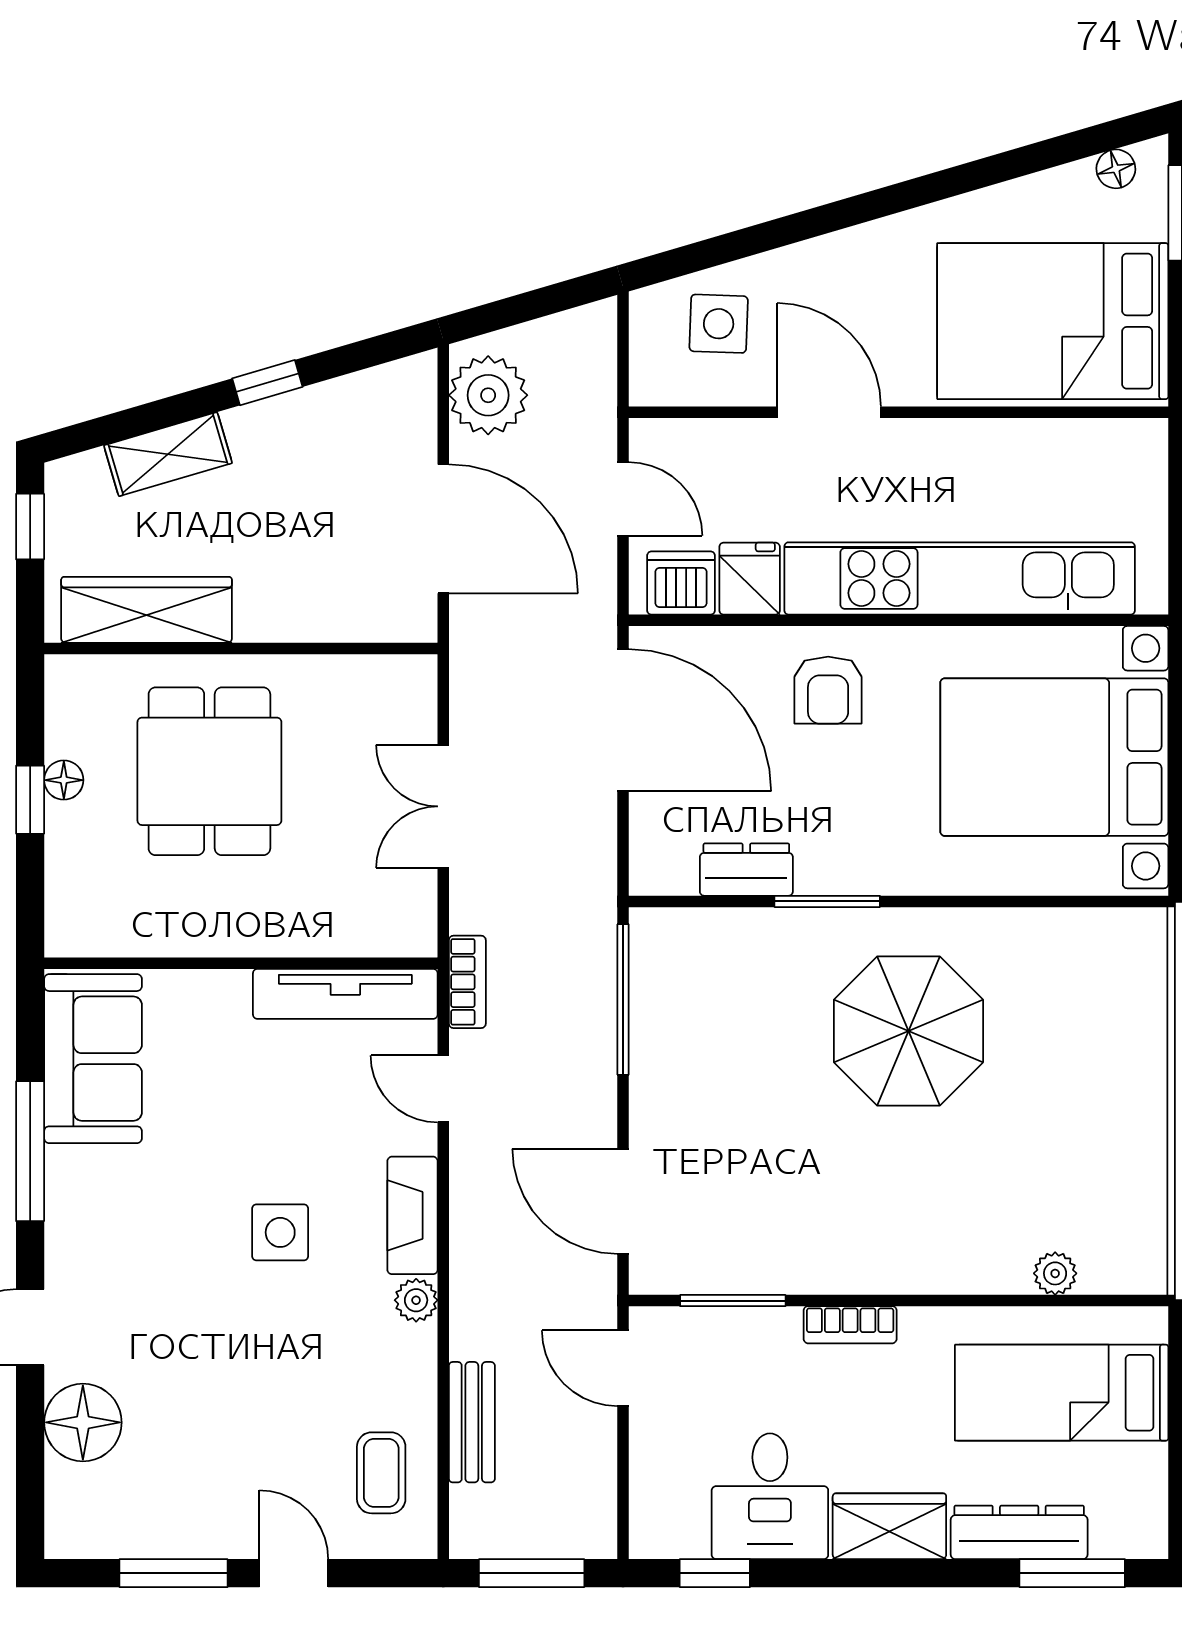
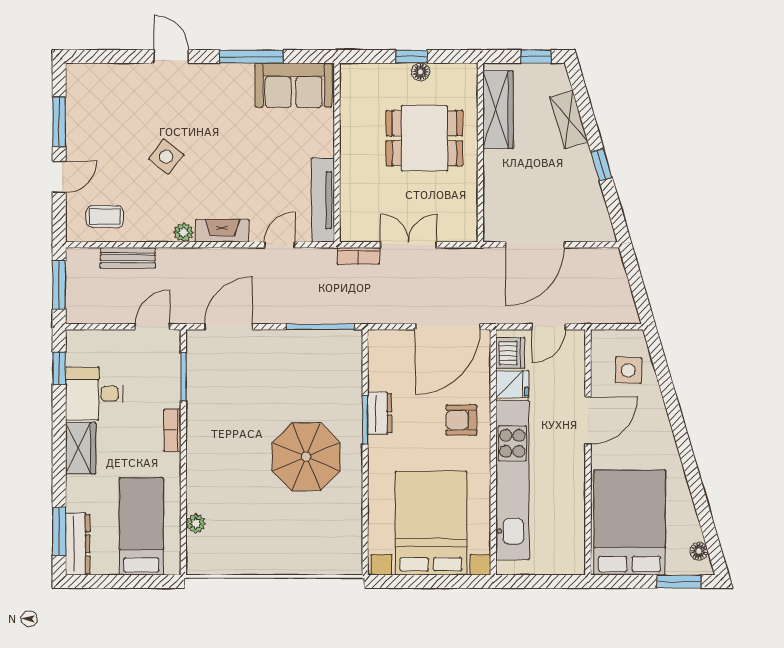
plant: (488, 395) -> (596, 265), removed
dresser: (746, 870) -> (380, 413), moved
bookcase: (467, 982) -> (358, 256), moved
side table: (280, 1232) -> (166, 157), moved, turned 38
floor lamp: (83, 1422) -> (128, 81), removed
dresser: (1019, 1532) -> (78, 544), moved

